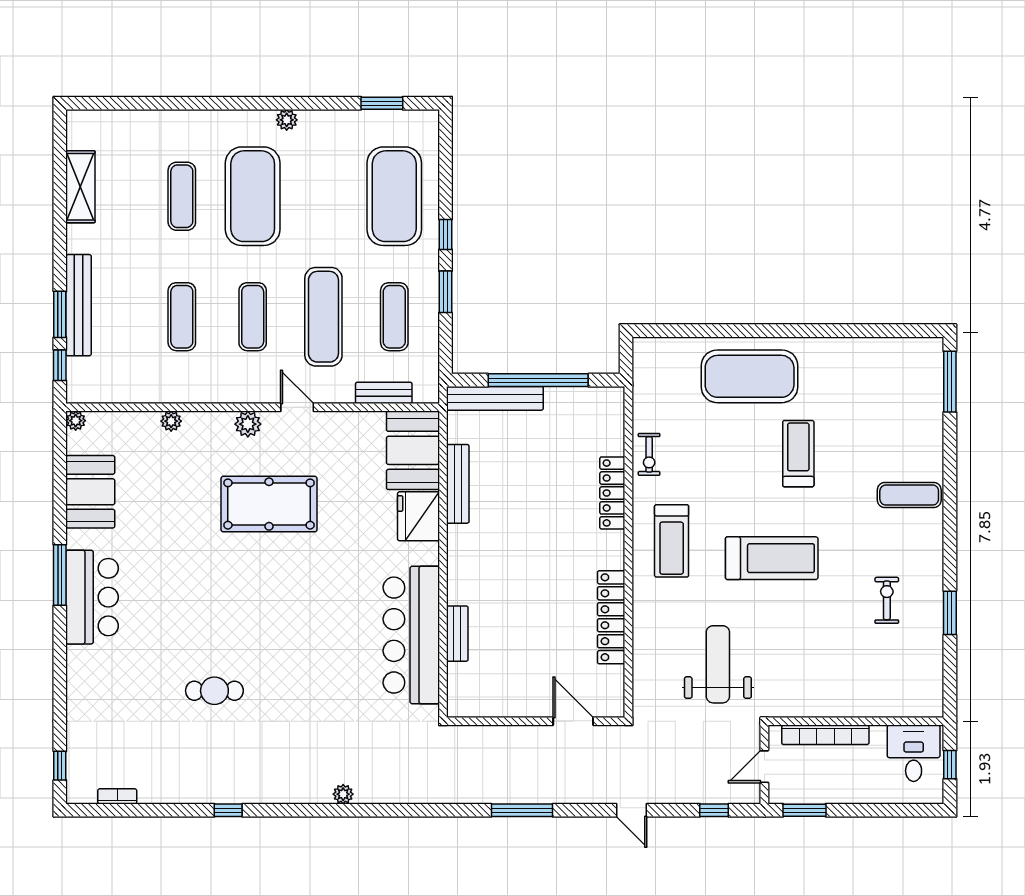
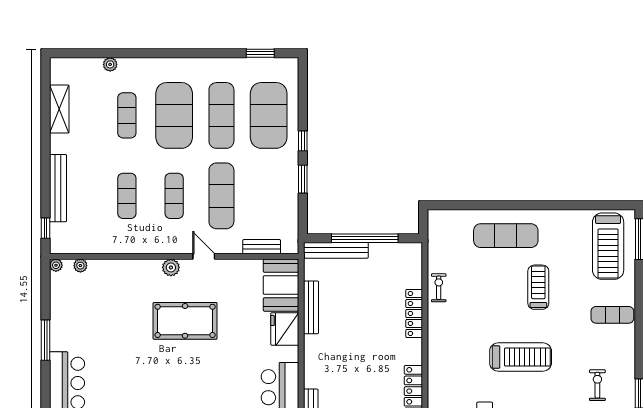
plant: (287, 120) -> (110, 64), moved
window: (60, 314) -> (45, 194), removed
exercise mat: (394, 317) -> (221, 115), moved, width x1.36, depth x1.45
exercise mat: (750, 376) -> (506, 236), width x0.68
plant: (171, 421) -> (80, 266), moved
exercise bike: (649, 454) -> (439, 288), turned 180
booth: (90, 492) -> (66, 313), removed
treadmill: (672, 541) -> (608, 246), moved, width x1.37, depth x1.38
window: (60, 575) -> (45, 340), moved

